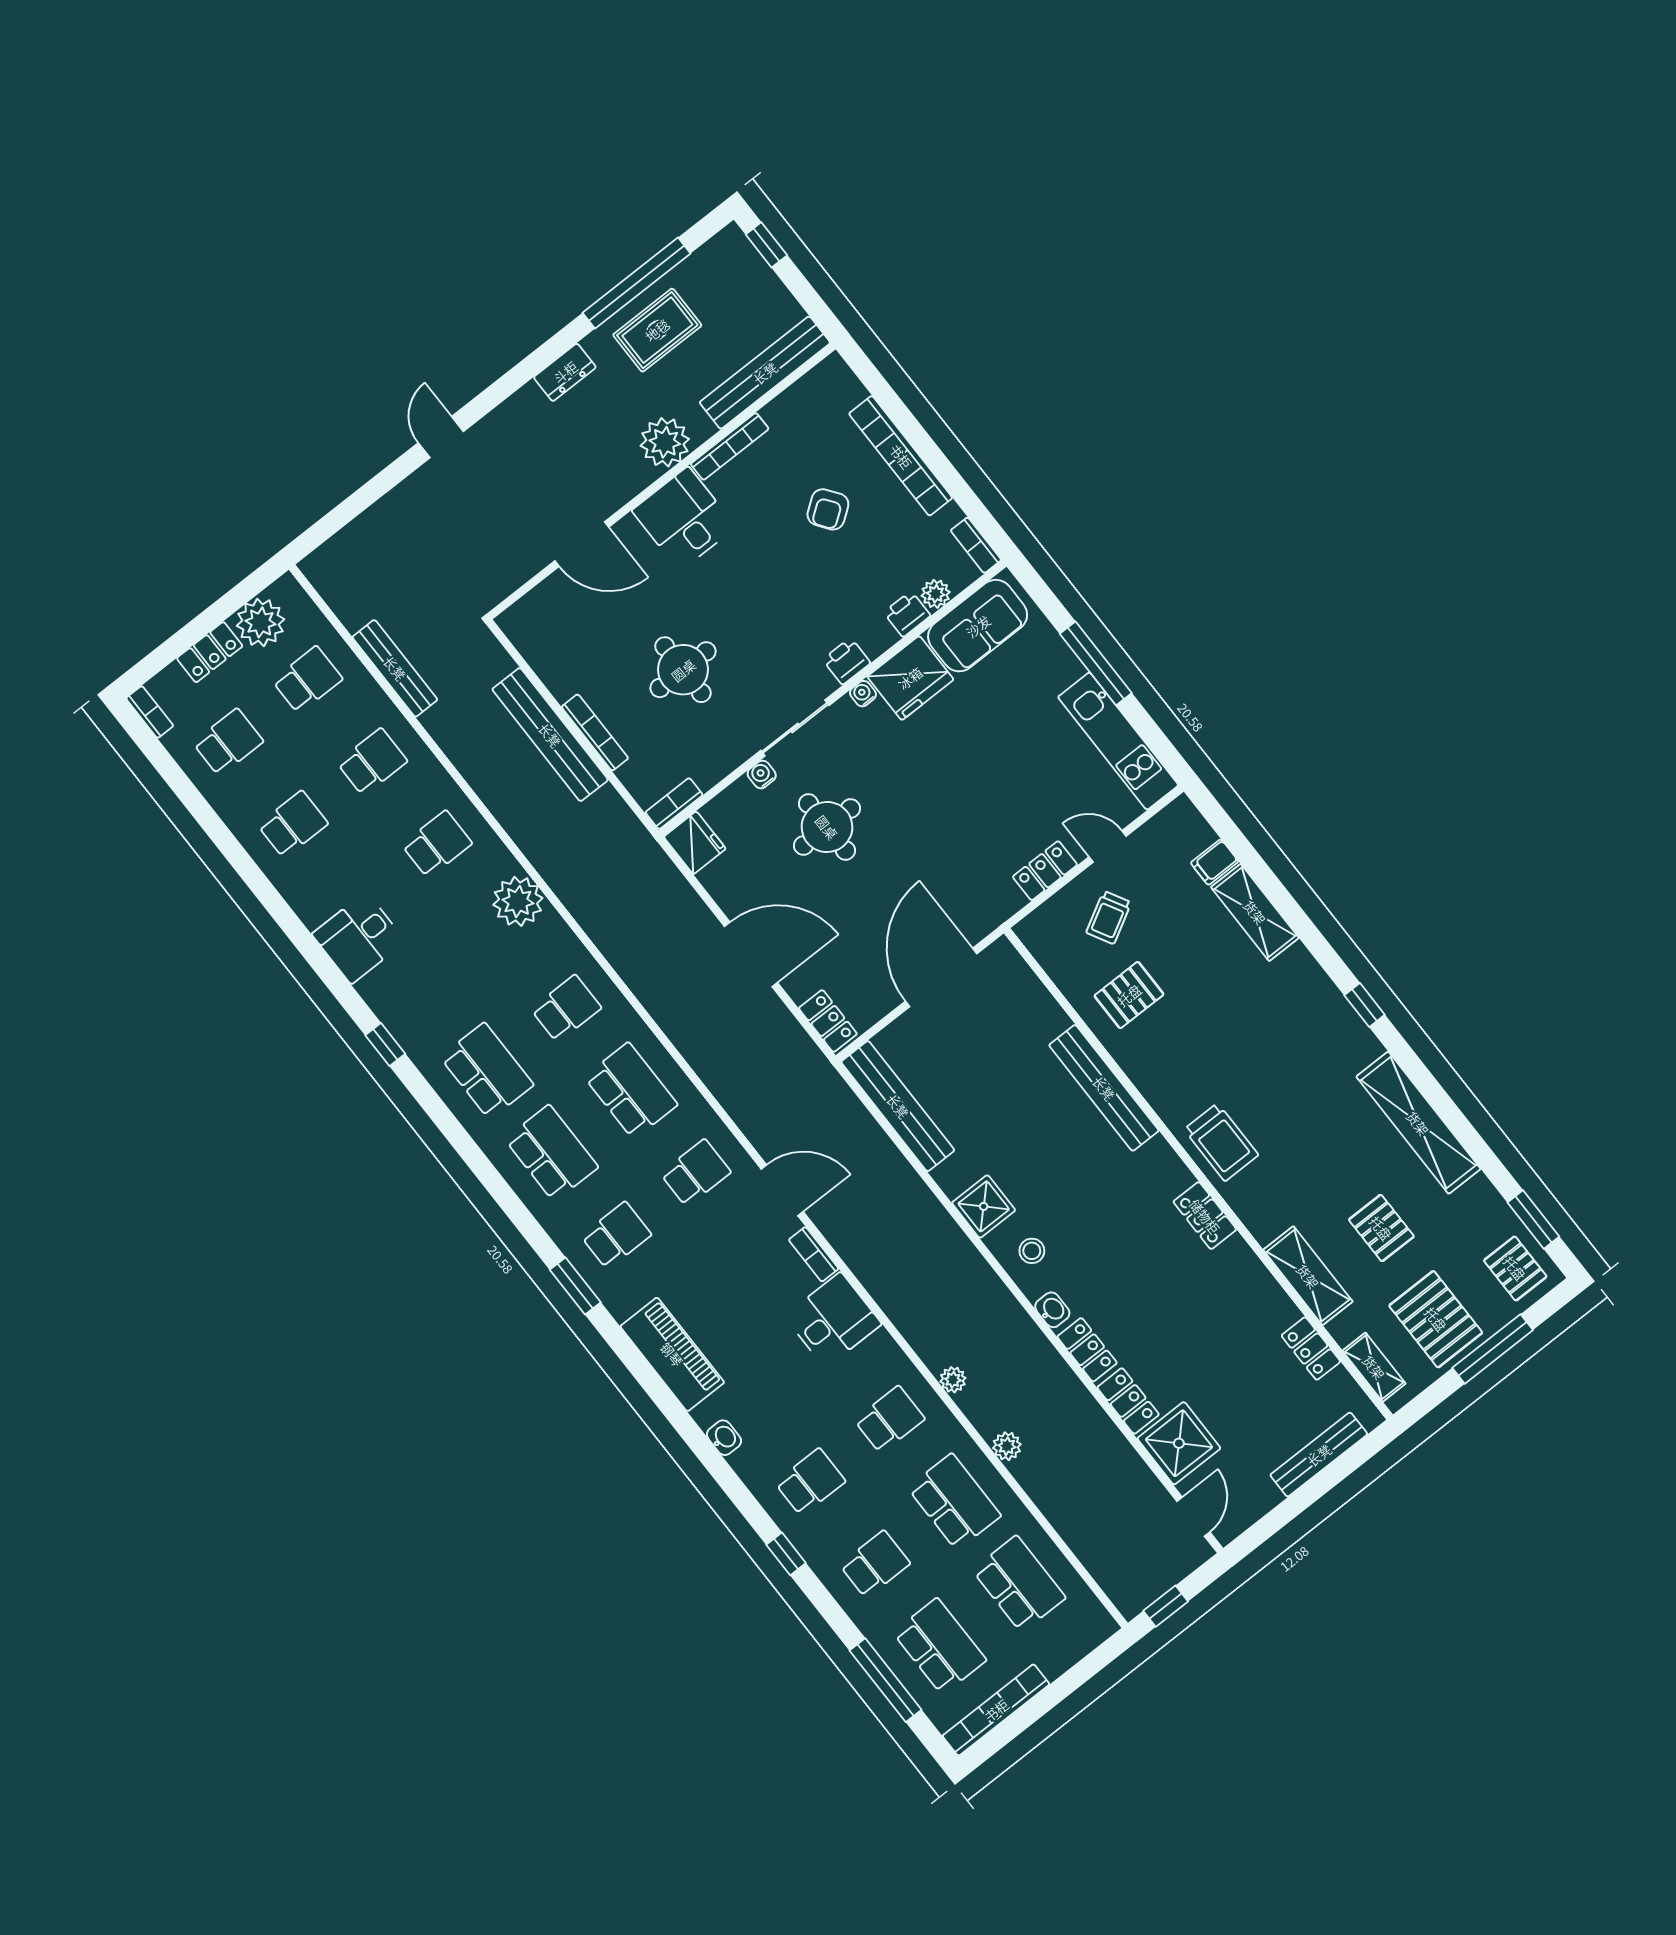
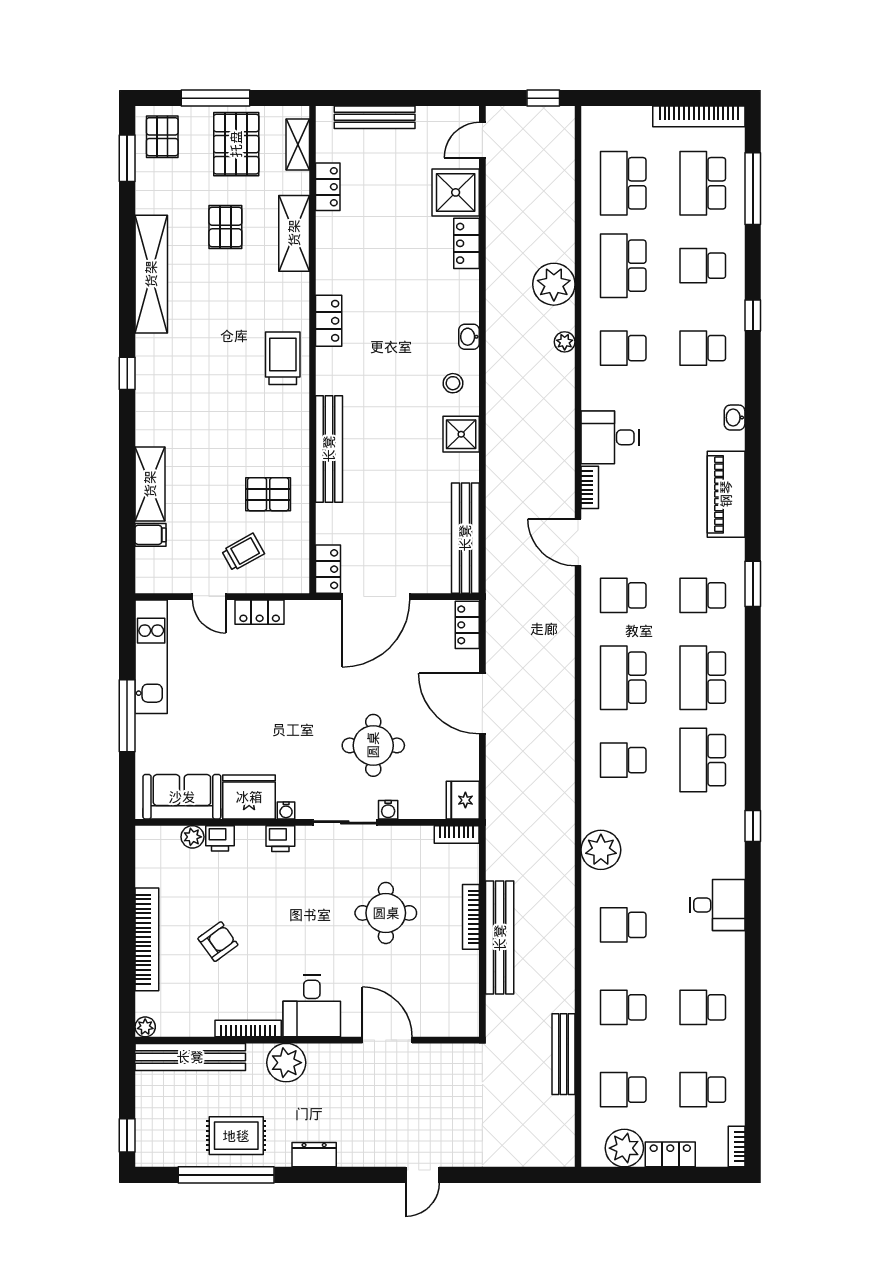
plant: (834, 367) -> (145, 1027), added
bookcase: (976, 545) -> (144, 847), removed
locker: (1087, 1350) -> (328, 569), moved, turned 180
plant: (1007, 1446) -> (554, 284), width x1.88, depth x1.88

